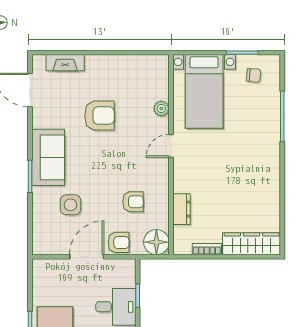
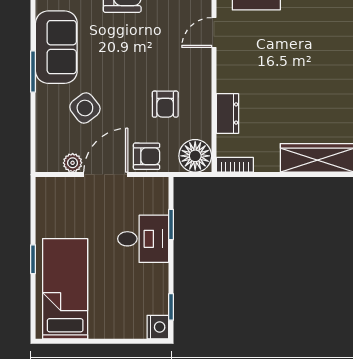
armchair: (133, 202) -> (165, 104), turned 90
side table: (70, 205) -> (85, 108), turned -38
plant: (61, 248) -> (73, 163), added
bookcase: (207, 249) -> (235, 165), moved

